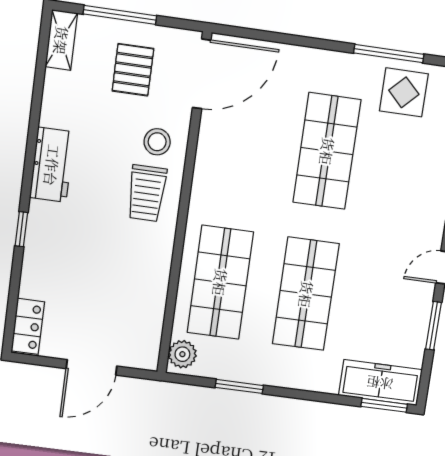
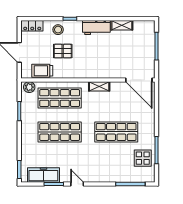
shelving: (61, 40) -> (122, 25), moved
pallet: (133, 70) -> (63, 51), moved
stool: (157, 142) -> (58, 30), moved
shelving: (204, 179) -> (99, 86), added
trolley: (147, 193) -> (42, 71), moved
freezer: (380, 383) -> (43, 175), moved, turned -90

